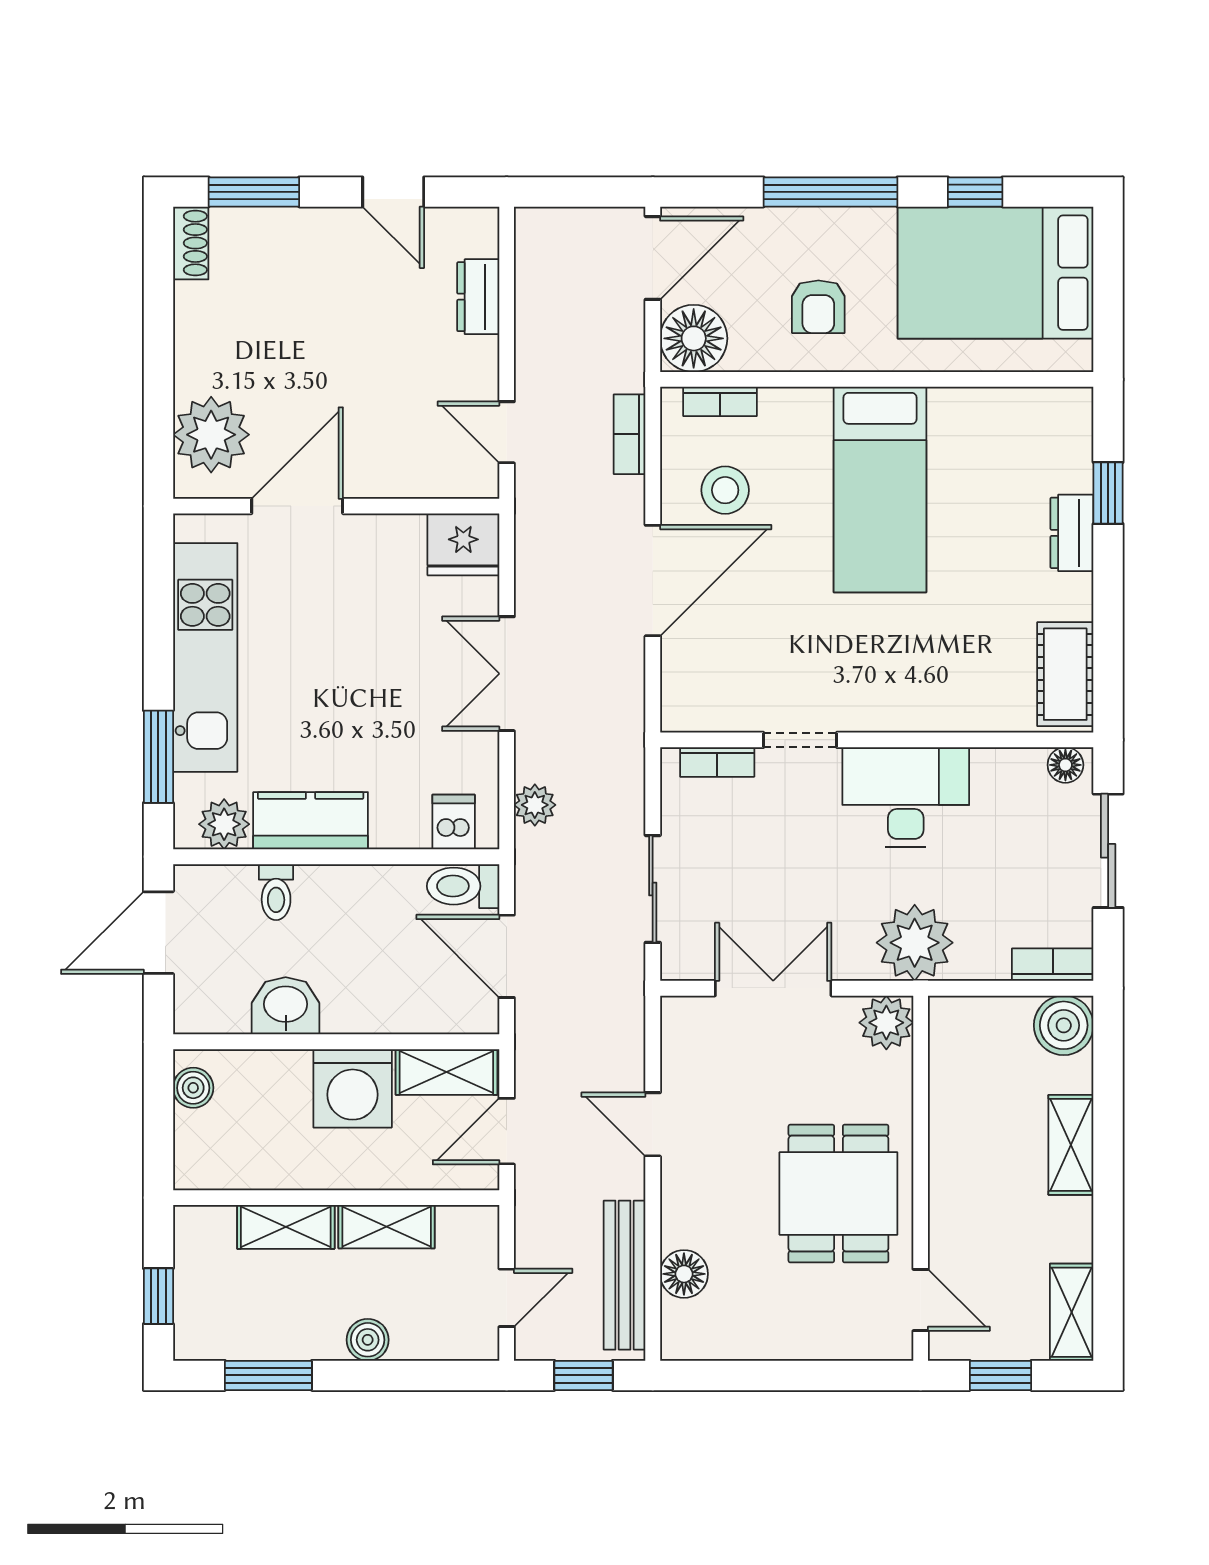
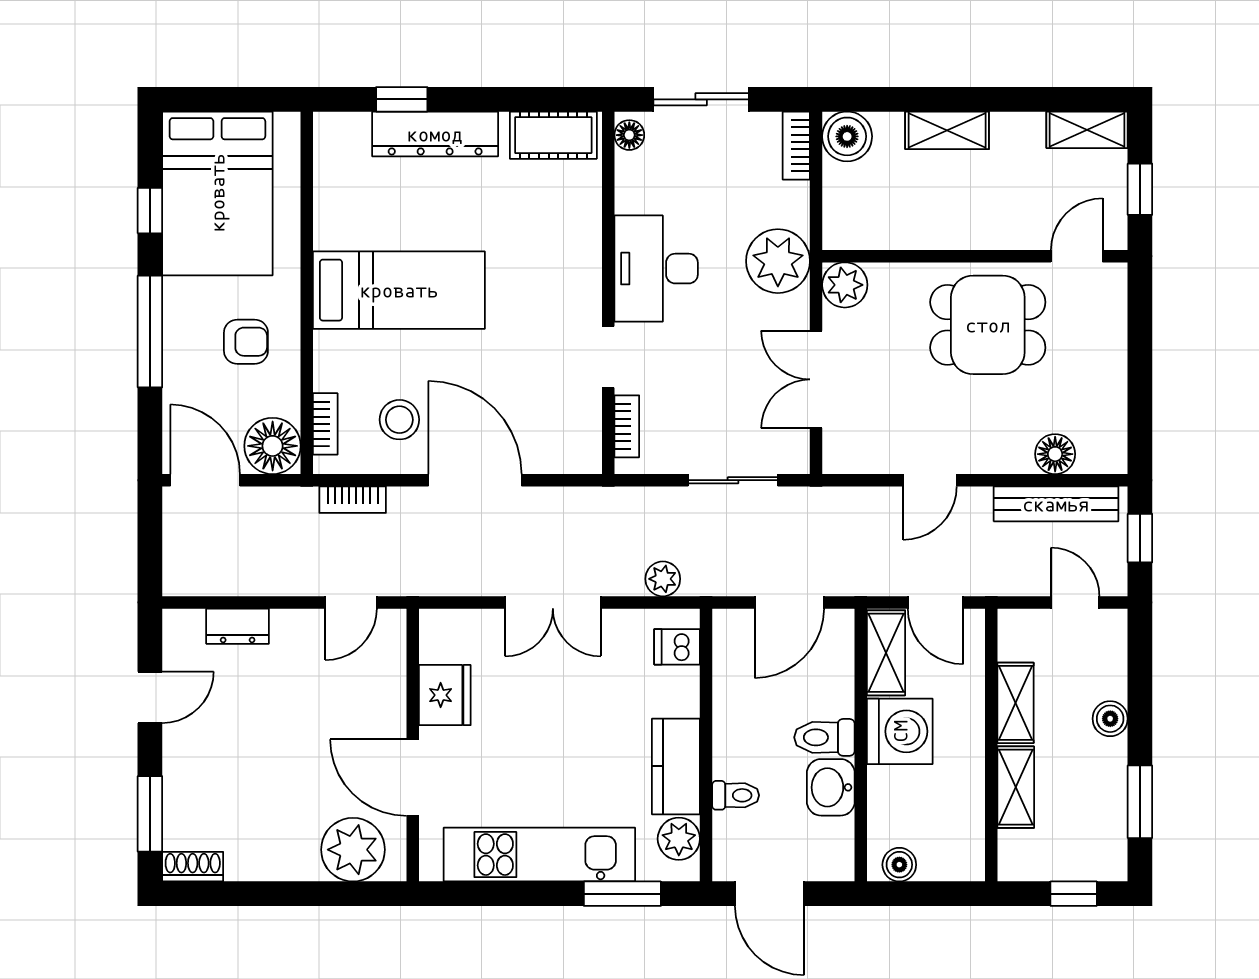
dresser: (1072, 533) -> (435, 134), width x1.96, depth x1.24
fridge: (463, 544) -> (445, 695), moved
toilet: (463, 886) -> (824, 737), moved, turned 90

